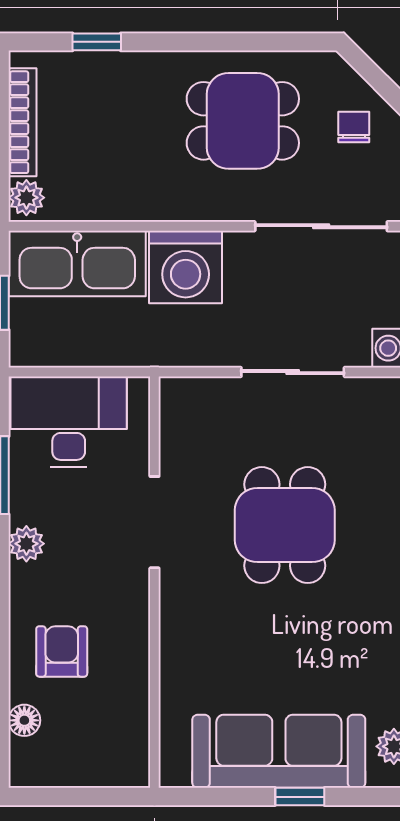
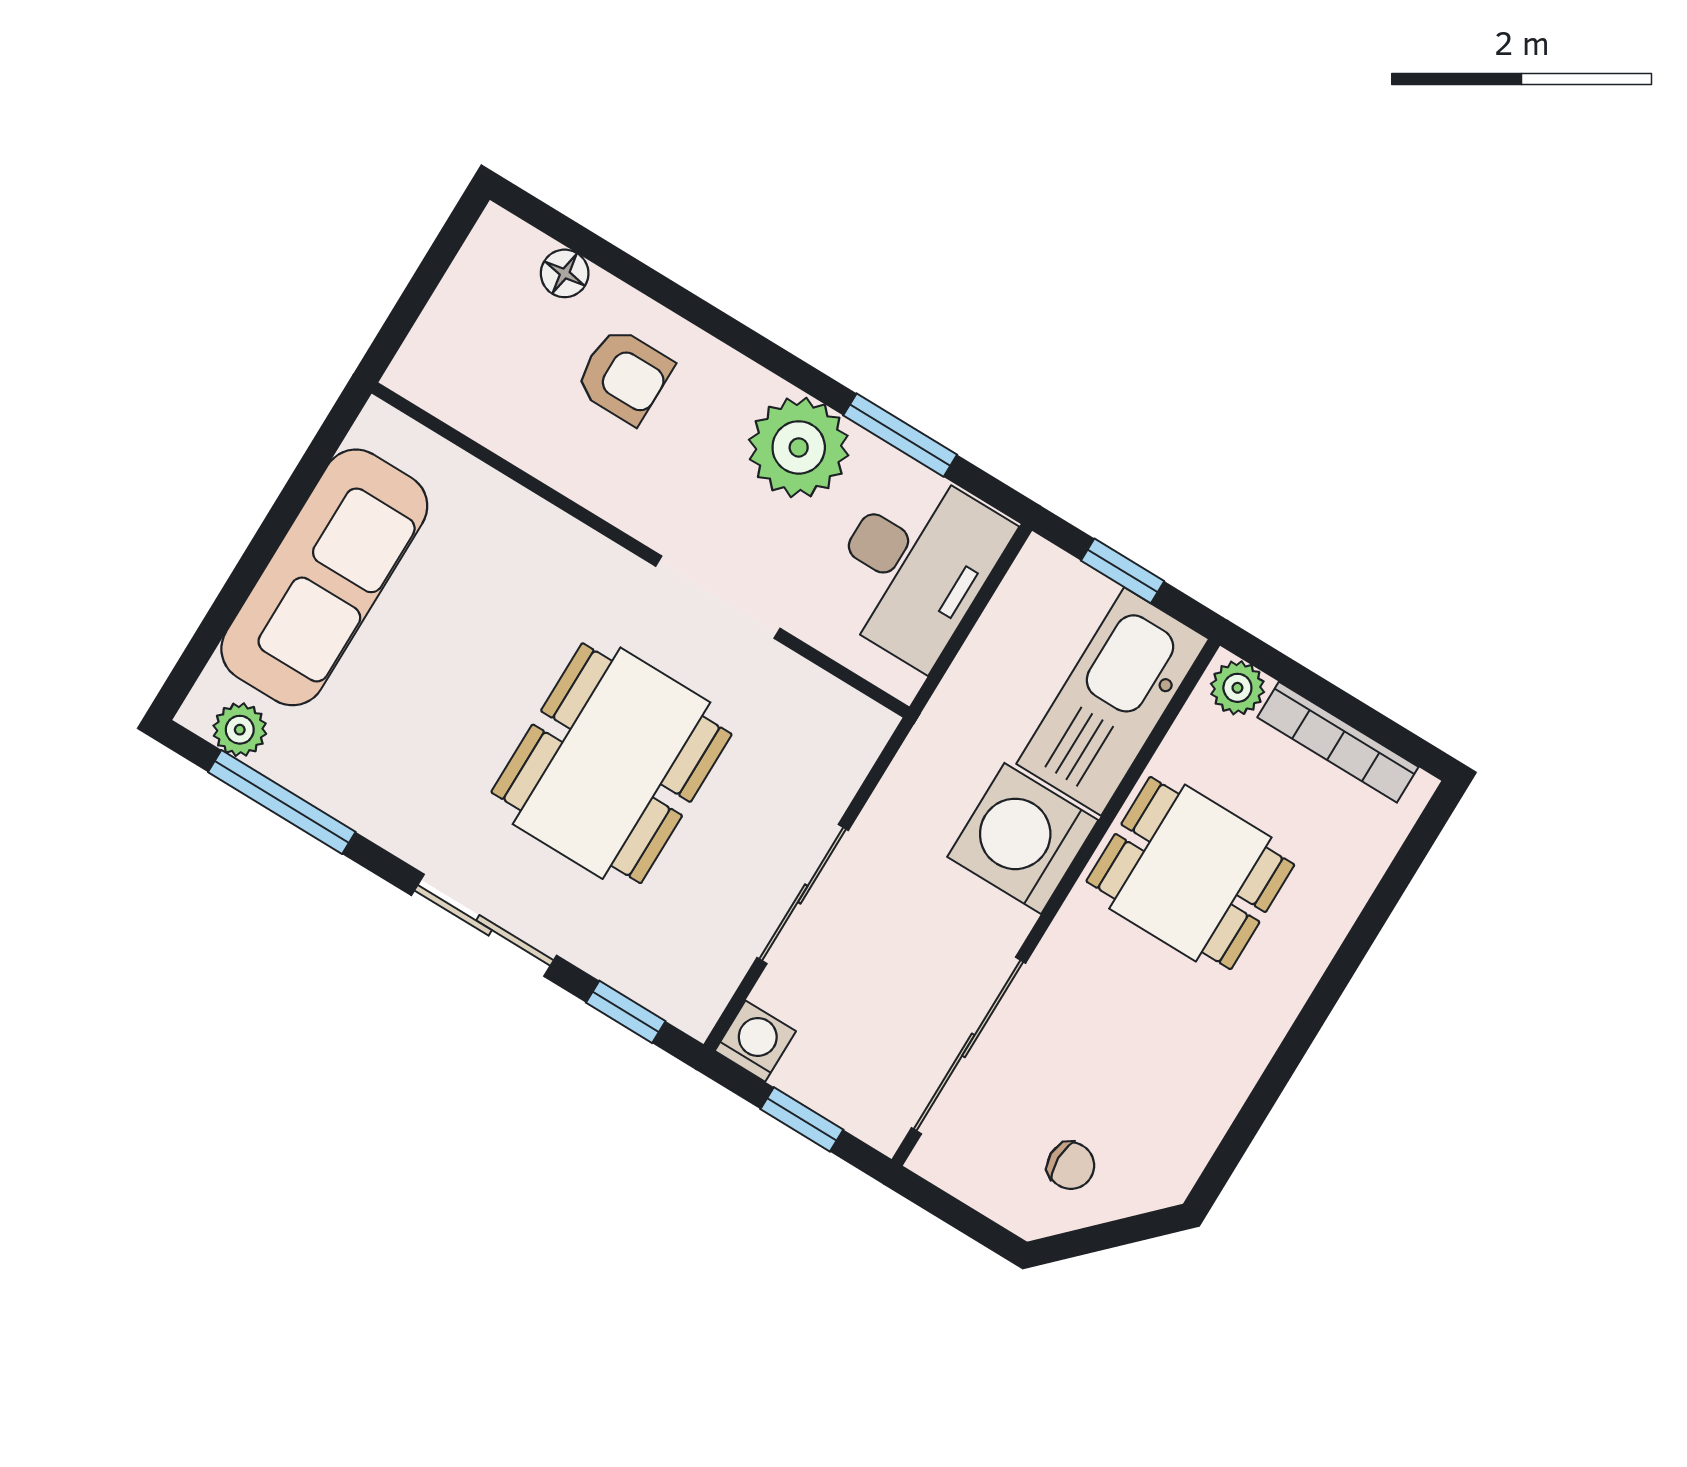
window: (97, 42) -> (1383, 901), removed
dining table: (243, 121) -> (1190, 873), moved, turned 90
dining table: (285, 525) -> (612, 763), width x1.38
plant: (26, 544) -> (799, 447), width x1.87, depth x1.87
window: (300, 797) -> (249, 569), removed

